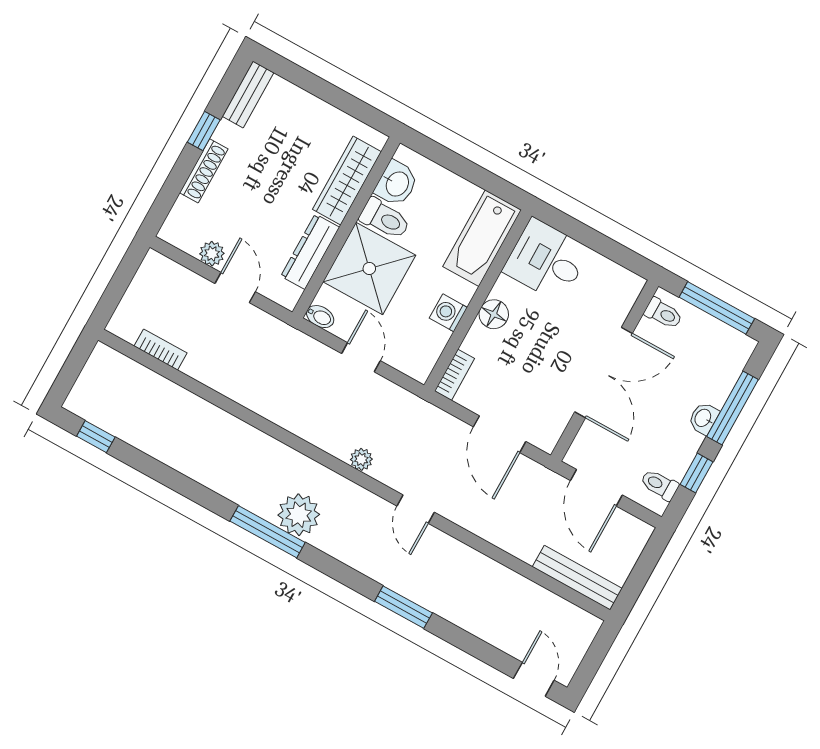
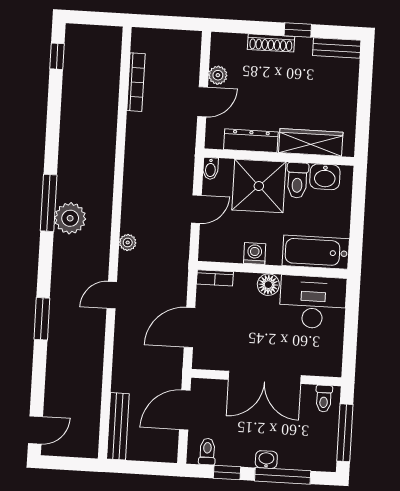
desk: (546, 260) -> (313, 302), width x1.37
bookcase: (160, 350) -> (136, 82), width x1.56

